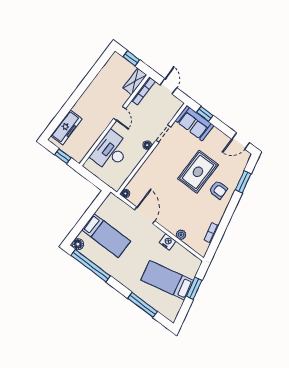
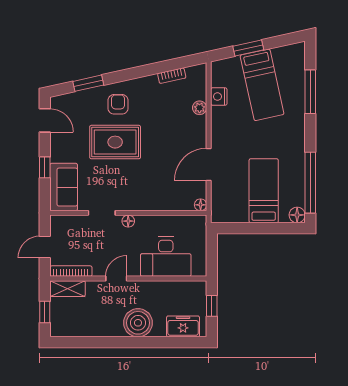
boiler: (85, 107) -> (138, 323), added
window: (205, 114) -> (45, 167), moved
freezer: (66, 127) -> (183, 326), width x0.71
nightstand: (168, 242) -> (219, 97), moved

